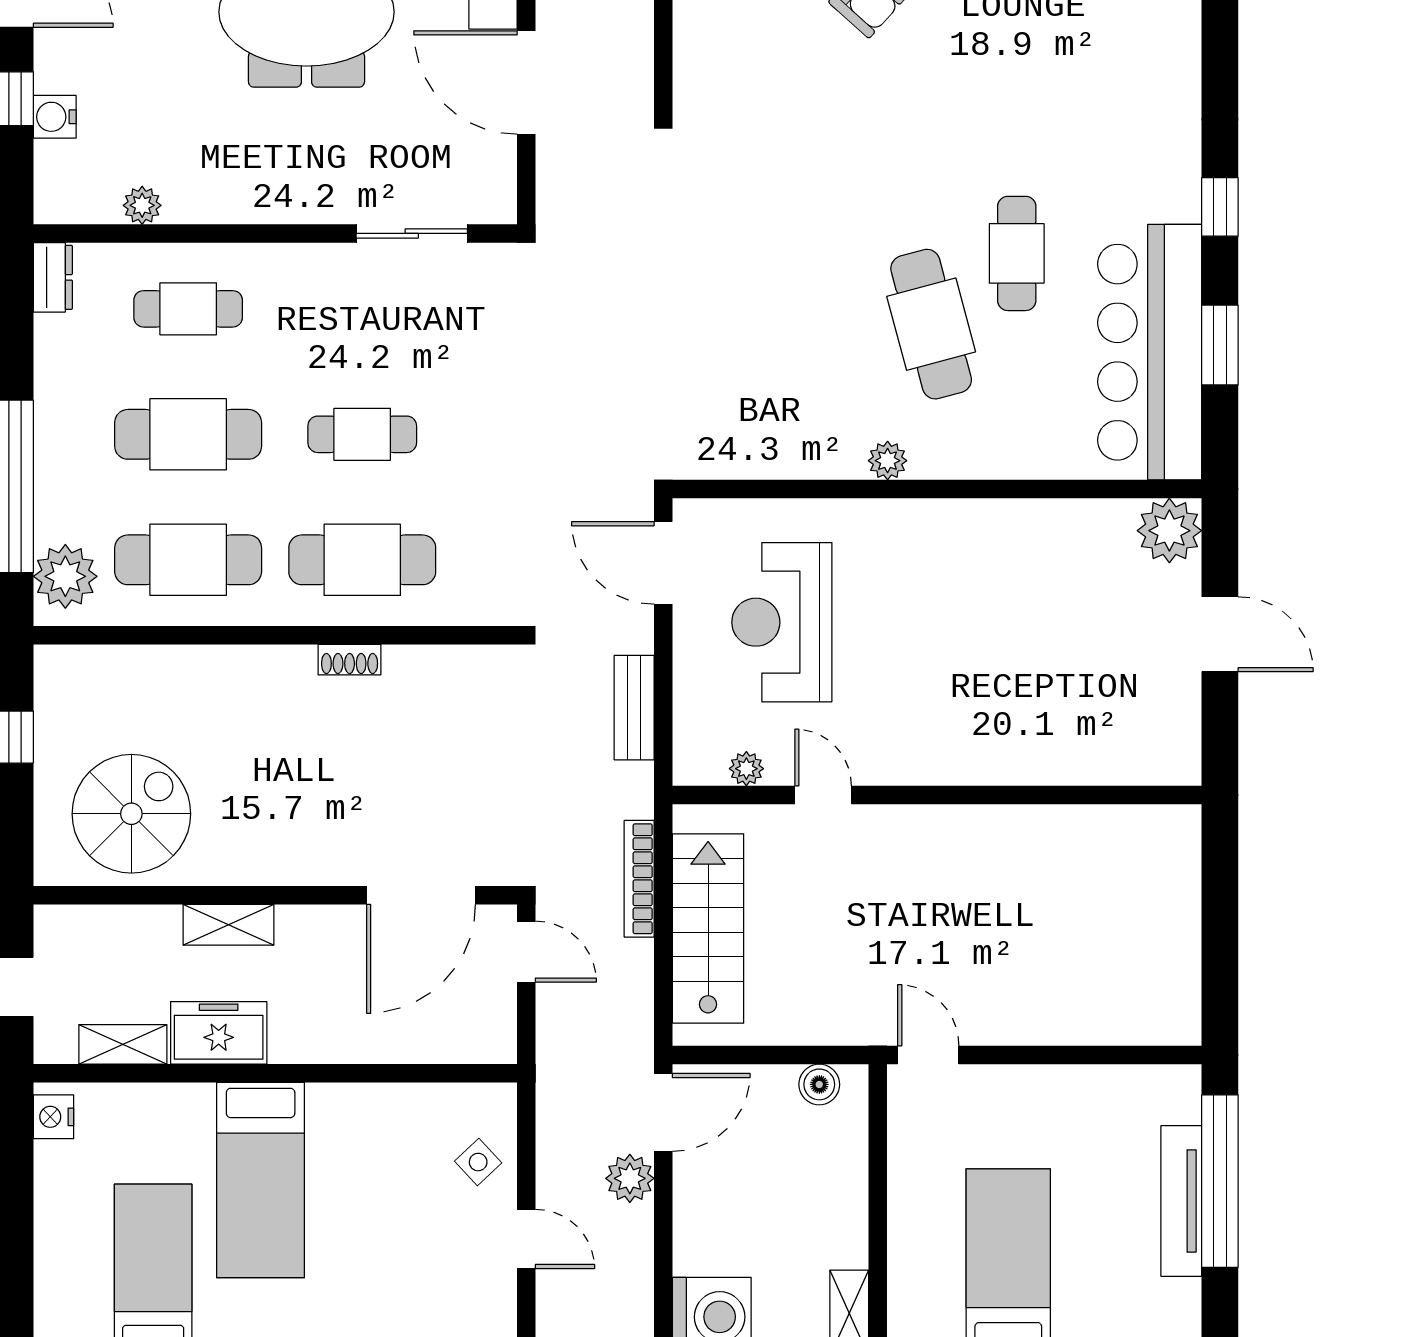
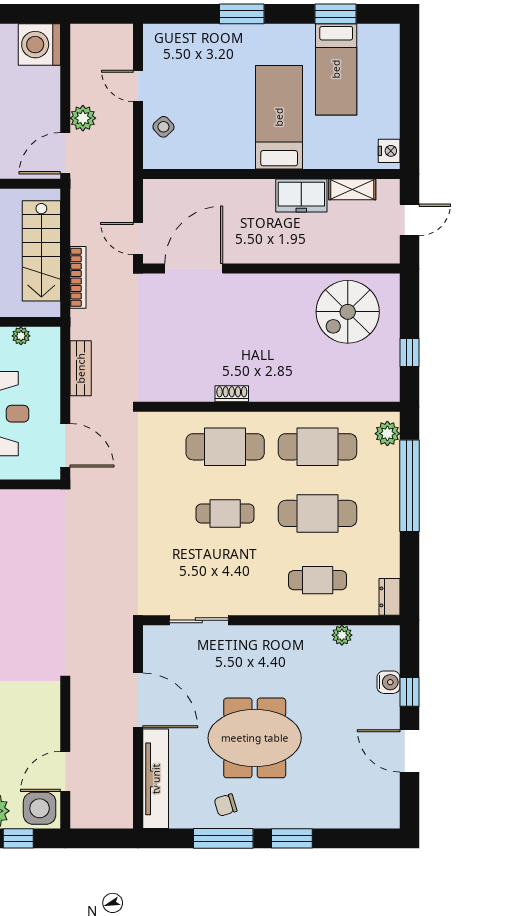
plant: (65, 576) -> (387, 434), width x0.73, depth x0.73
shelving: (228, 925) -> (296, 253), removed

